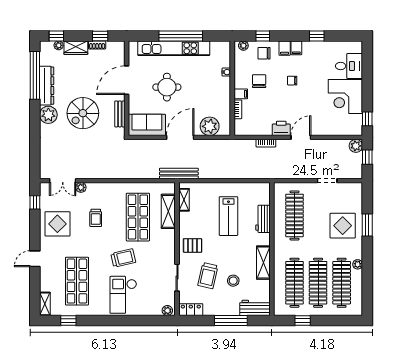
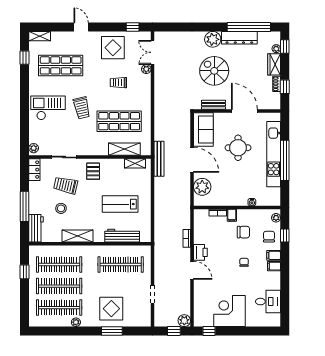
window: (317, 36) -> (285, 285), removed
desk: (349, 66) -> (268, 302), moved, turned -90
workbench: (263, 219) -> (122, 236), width x1.38

